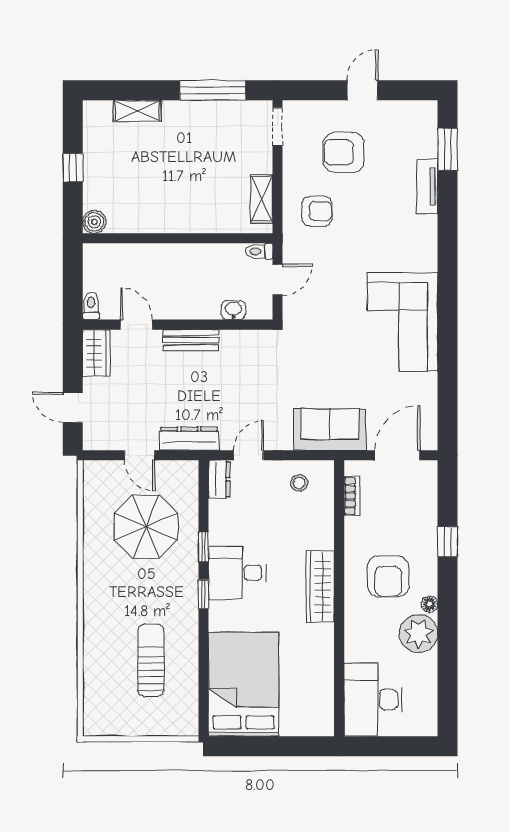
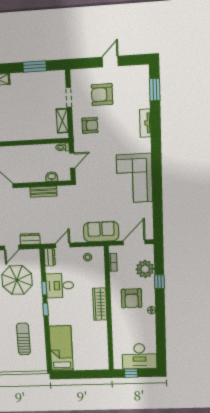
window: (213, 90) -> (35, 66), width x0.69
doorway: (277, 127) -> (69, 97), moved
tv unit: (427, 186) -> (145, 123), moved
bench: (191, 340) -> (43, 192), moved
dresser: (189, 439) -> (30, 239), width x0.70
door: (140, 455) -> (12, 248), hinge flipped
desk: (237, 573) -> (60, 286), moved
plant: (418, 633) -> (145, 269), moved
bed: (244, 684) -> (61, 348), width x0.67
desk: (373, 699) -> (139, 356), moved, turned -90
window: (382, 746) -> (131, 373), added

